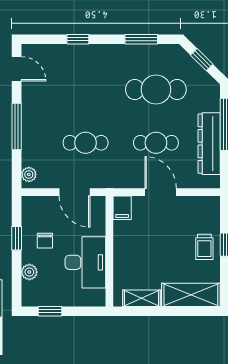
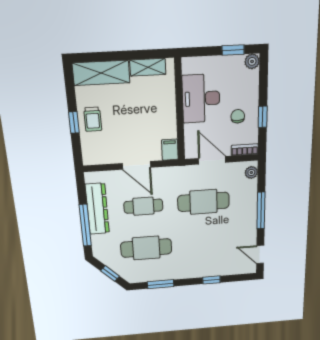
cafe table: (86, 143) -> (203, 202), width x1.37, depth x1.35
bookcase: (37, 202) -> (245, 150), added
trolley: (204, 247) -> (93, 119), turned 180
plant: (29, 272) -> (252, 61), moved

